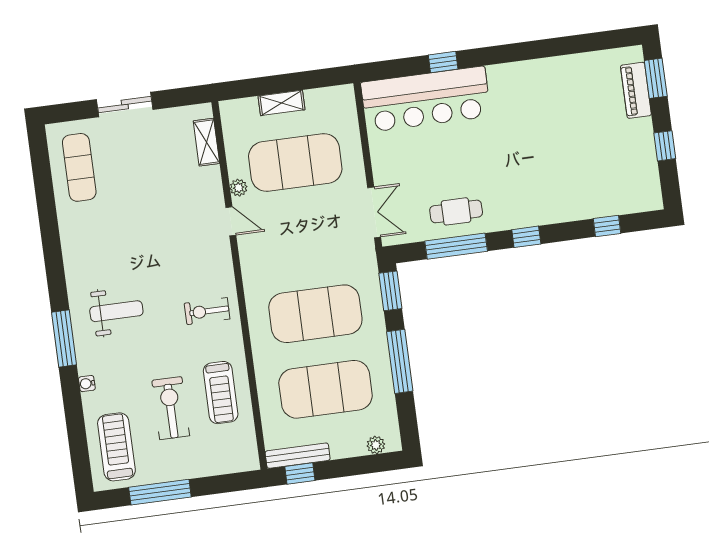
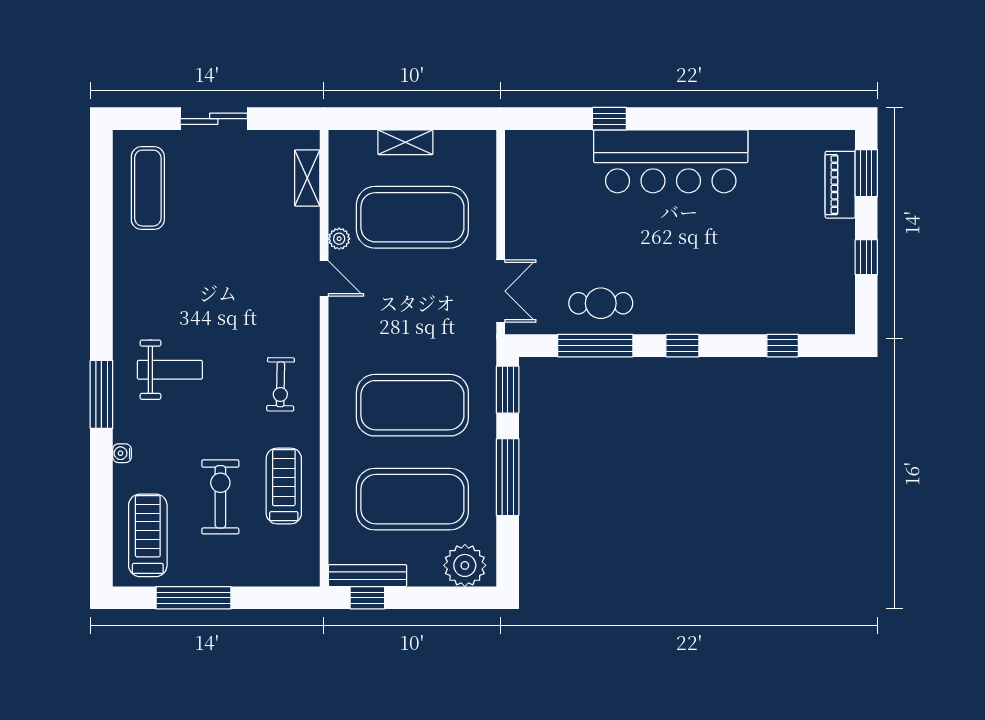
bar counter: (426, 99) -> (671, 161), moved
exercise bike: (207, 311) -> (281, 384), turned -89
treadmill: (221, 393) -> (284, 486), turned 180
plant: (376, 445) -> (465, 565), width x1.88, depth x1.88

